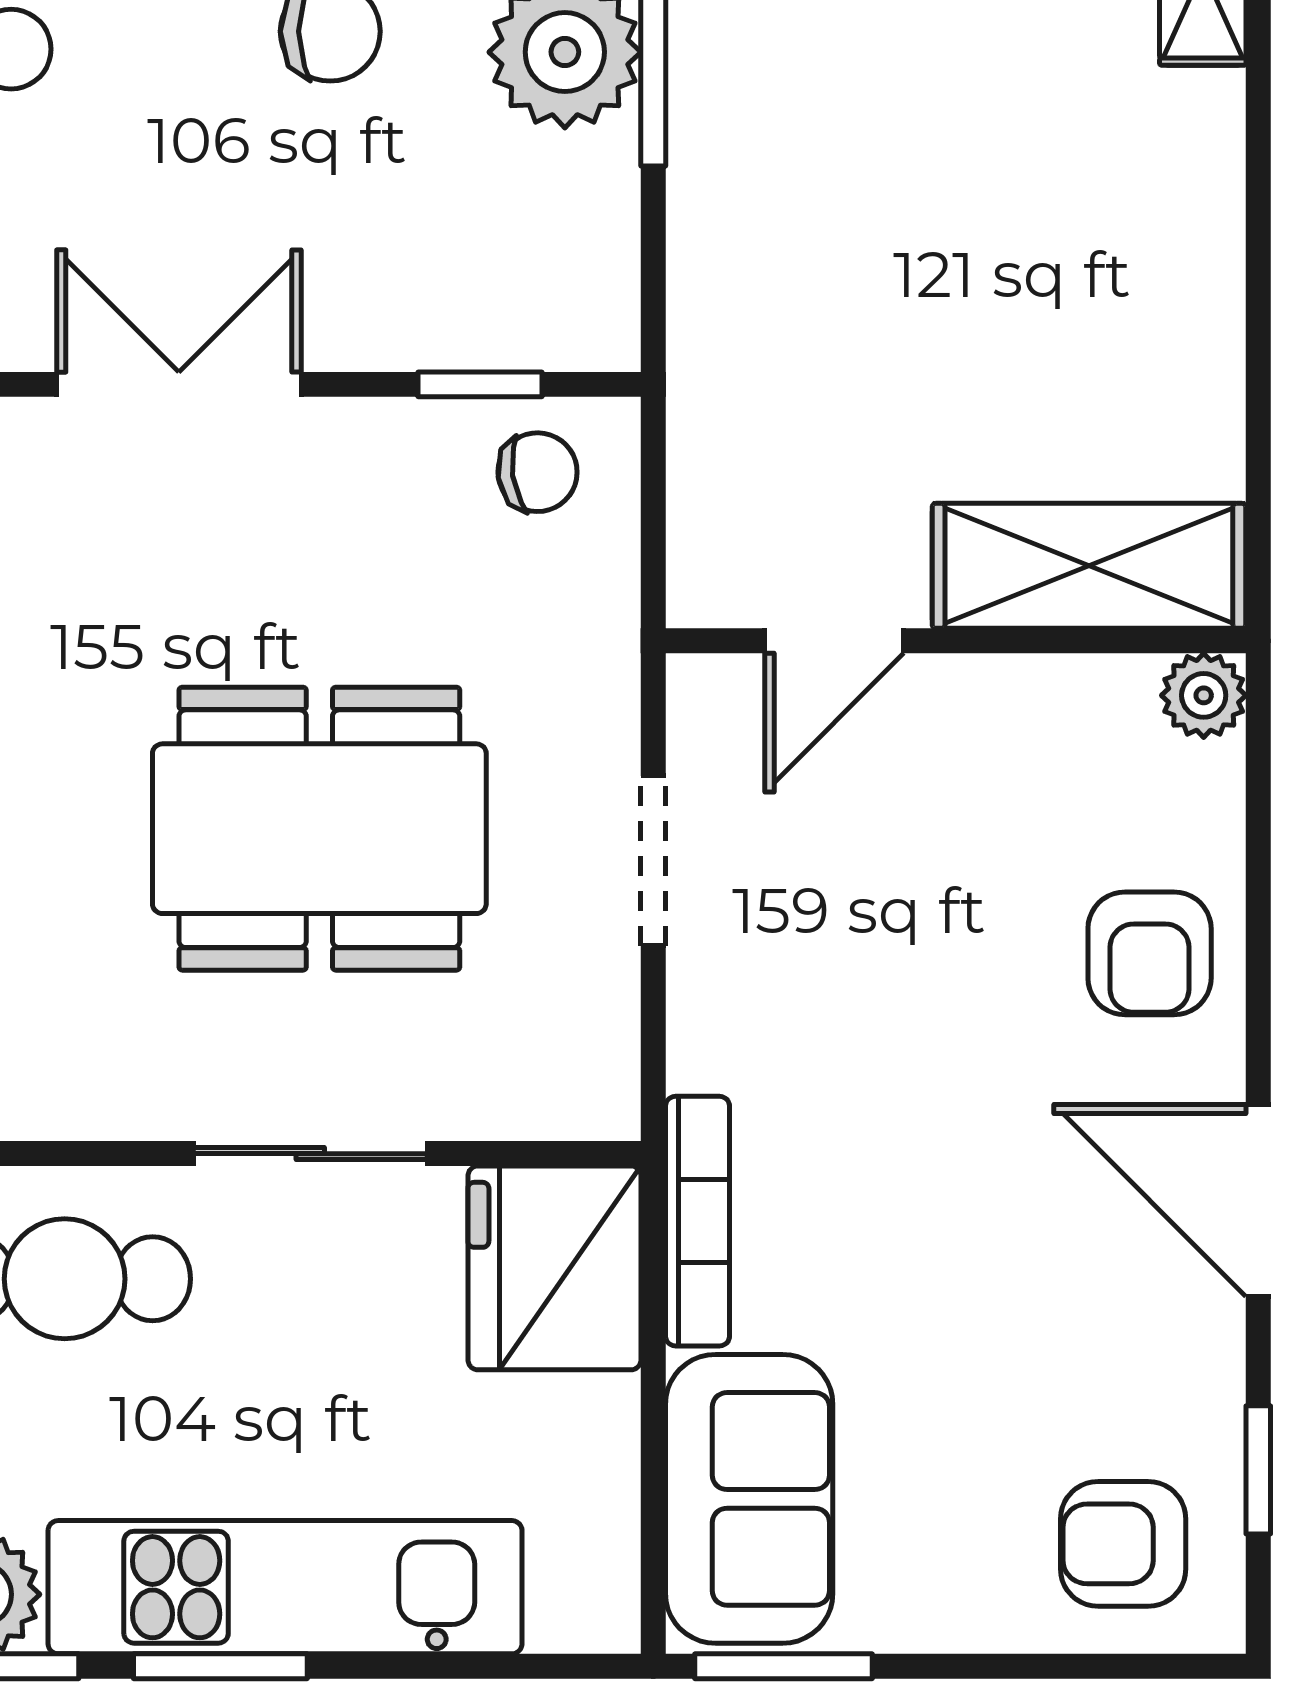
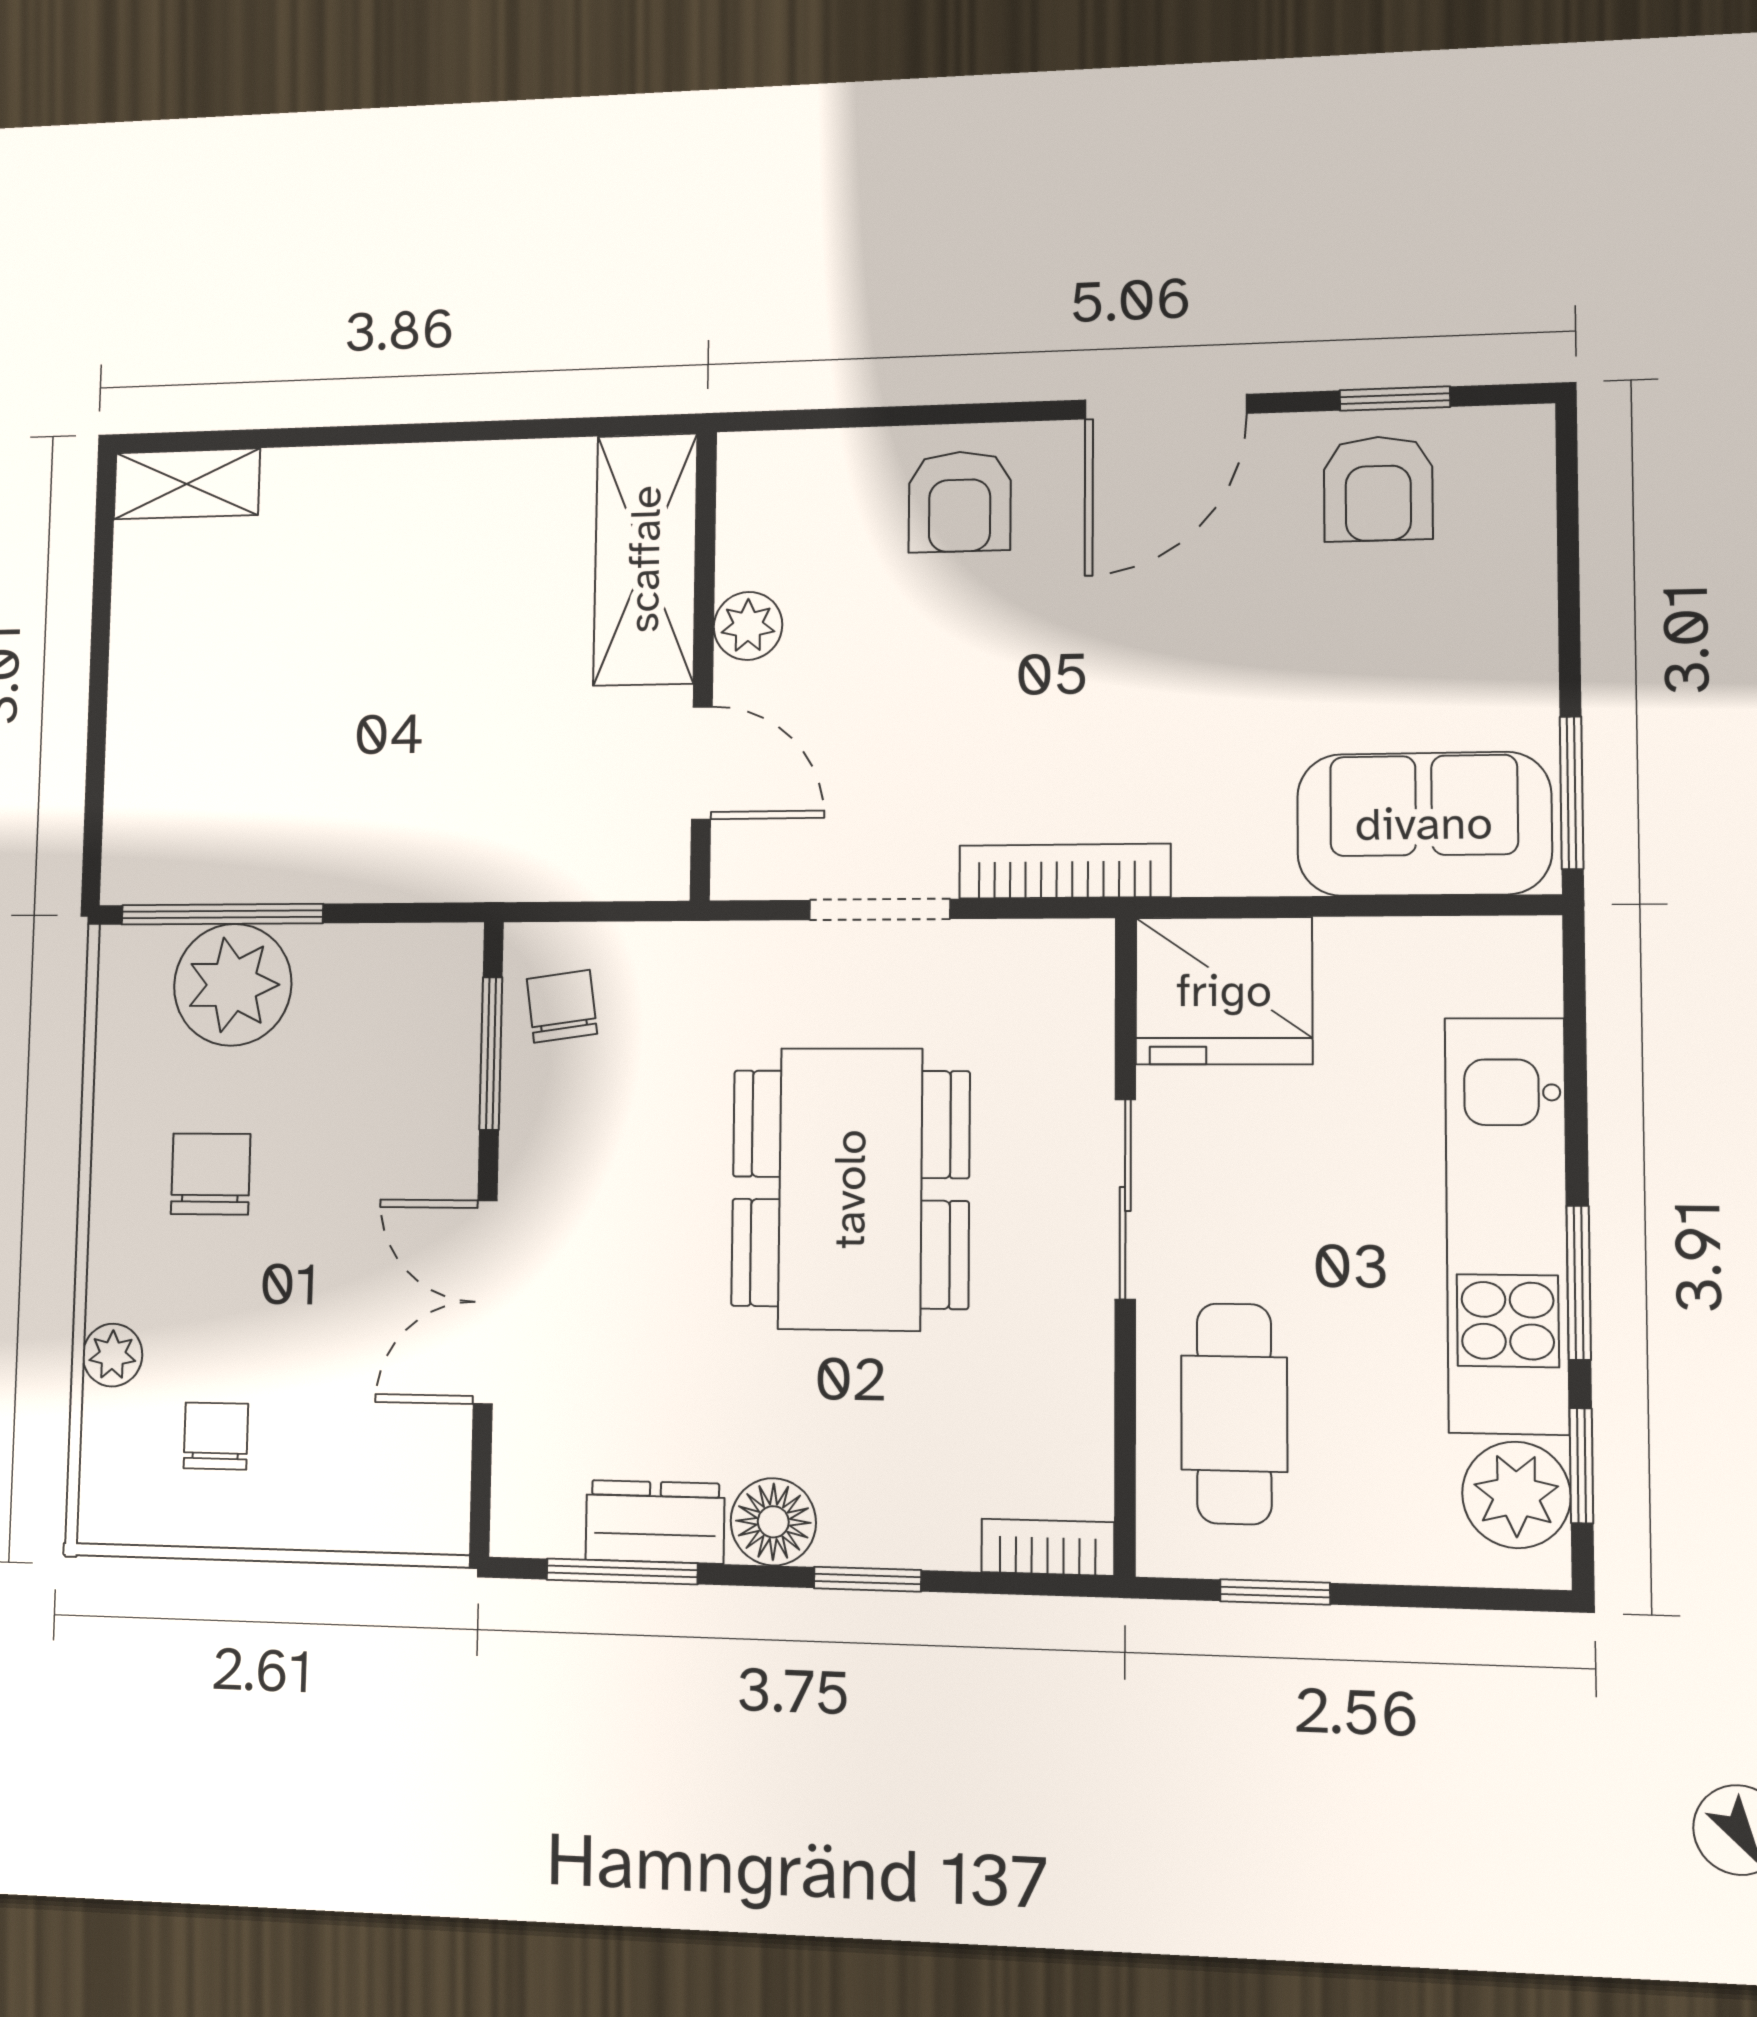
window: (480, 384) -> (491, 1053), width x1.50
plant: (1204, 695) -> (748, 626), moved
armchair: (1150, 953) -> (960, 502), turned 90
bookcase: (698, 1221) -> (1065, 871), moved
armchair: (1123, 1544) -> (1378, 489), moved

